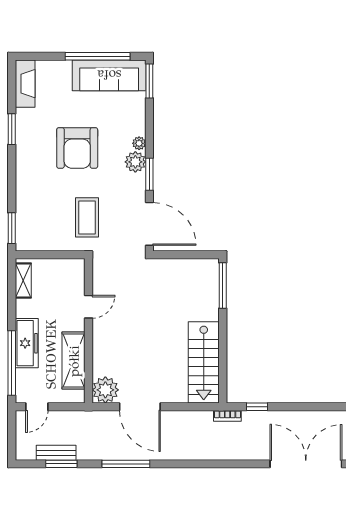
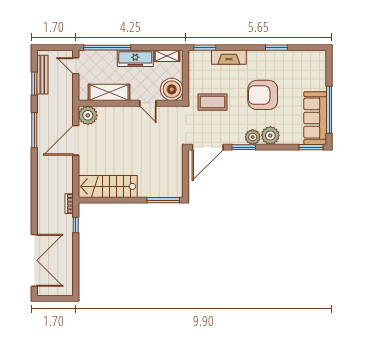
fireplace: (25, 84) -> (229, 57), moved
plant: (139, 143) -> (270, 135), width x1.87, depth x1.87
boiler: (69, 274) -> (172, 89), added
freezer: (27, 343) -> (135, 58), moved
bench: (56, 453) -> (42, 75), width x1.36

